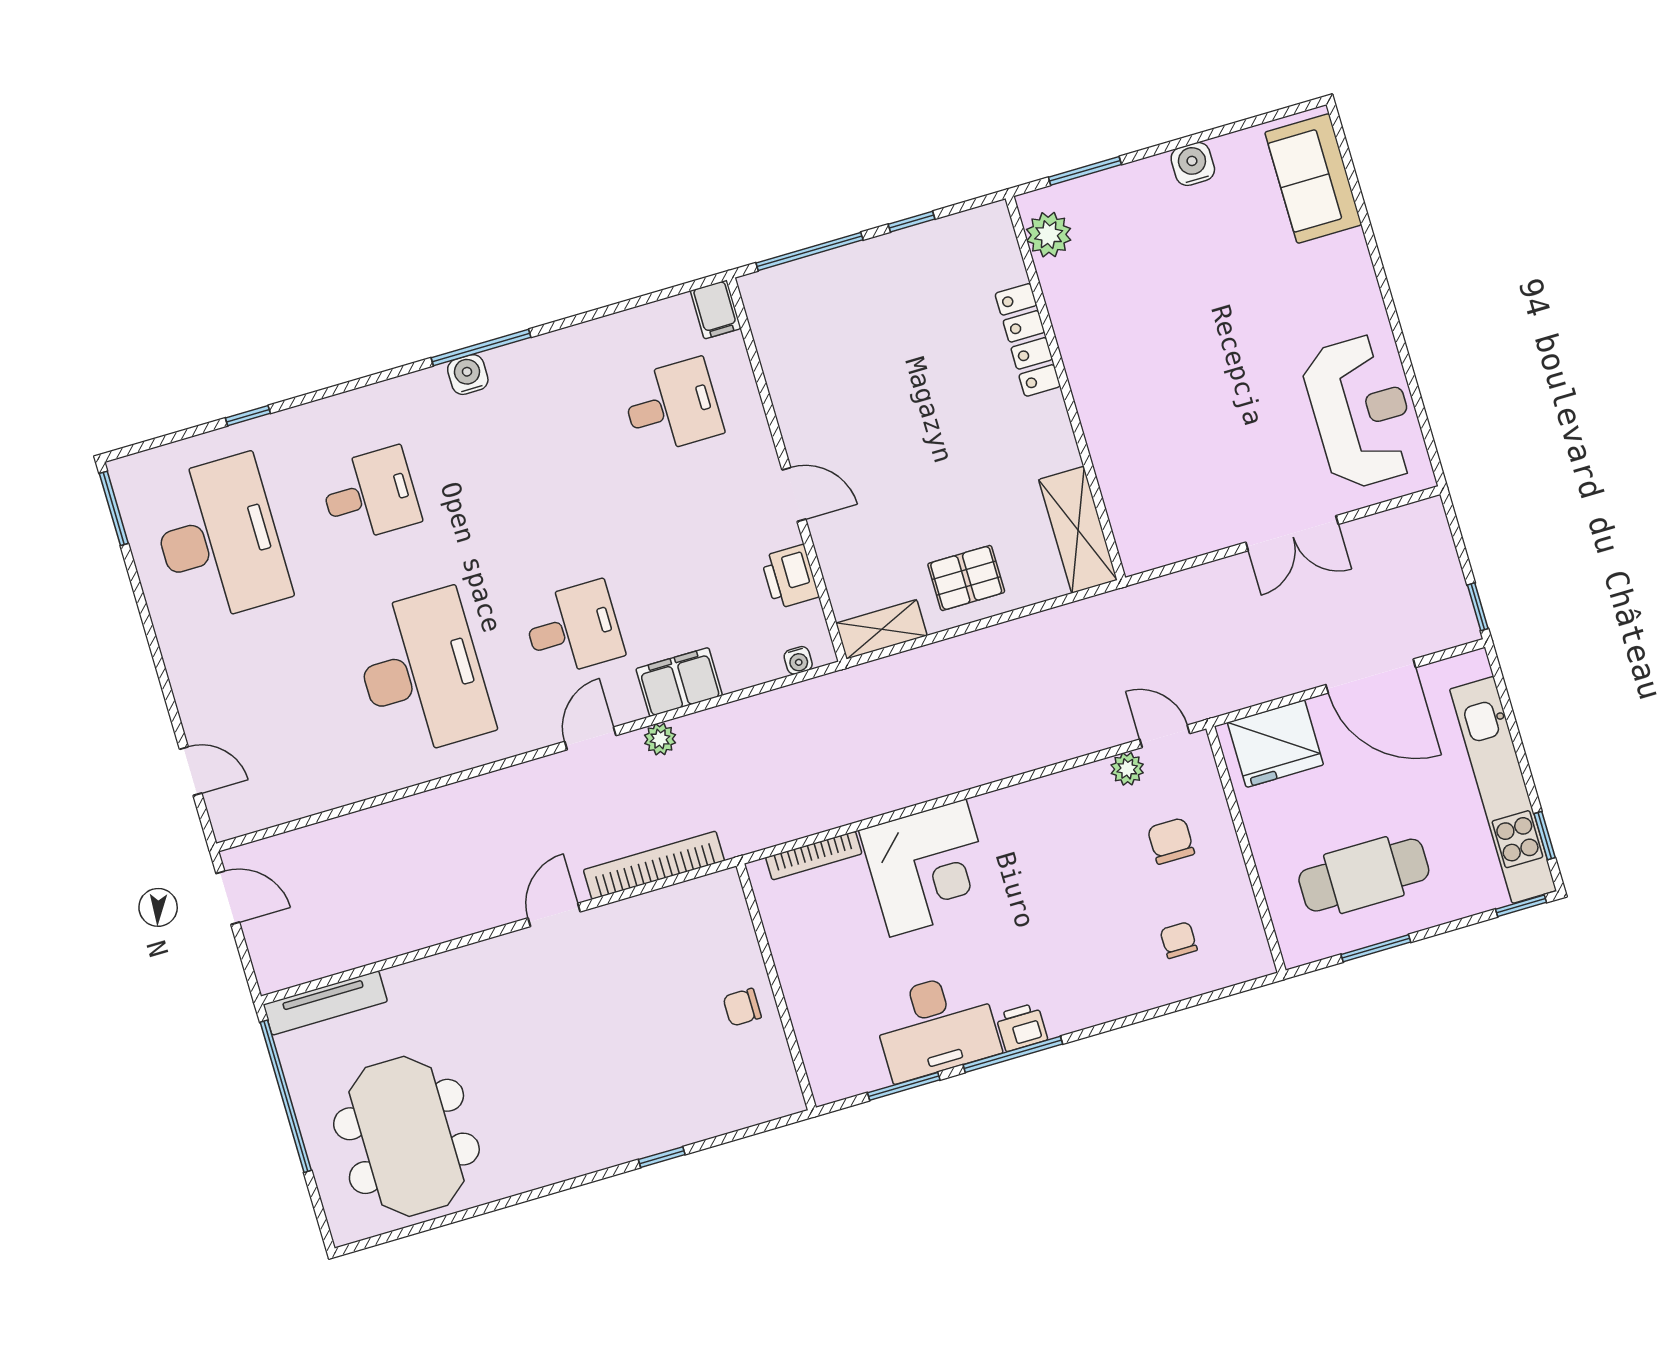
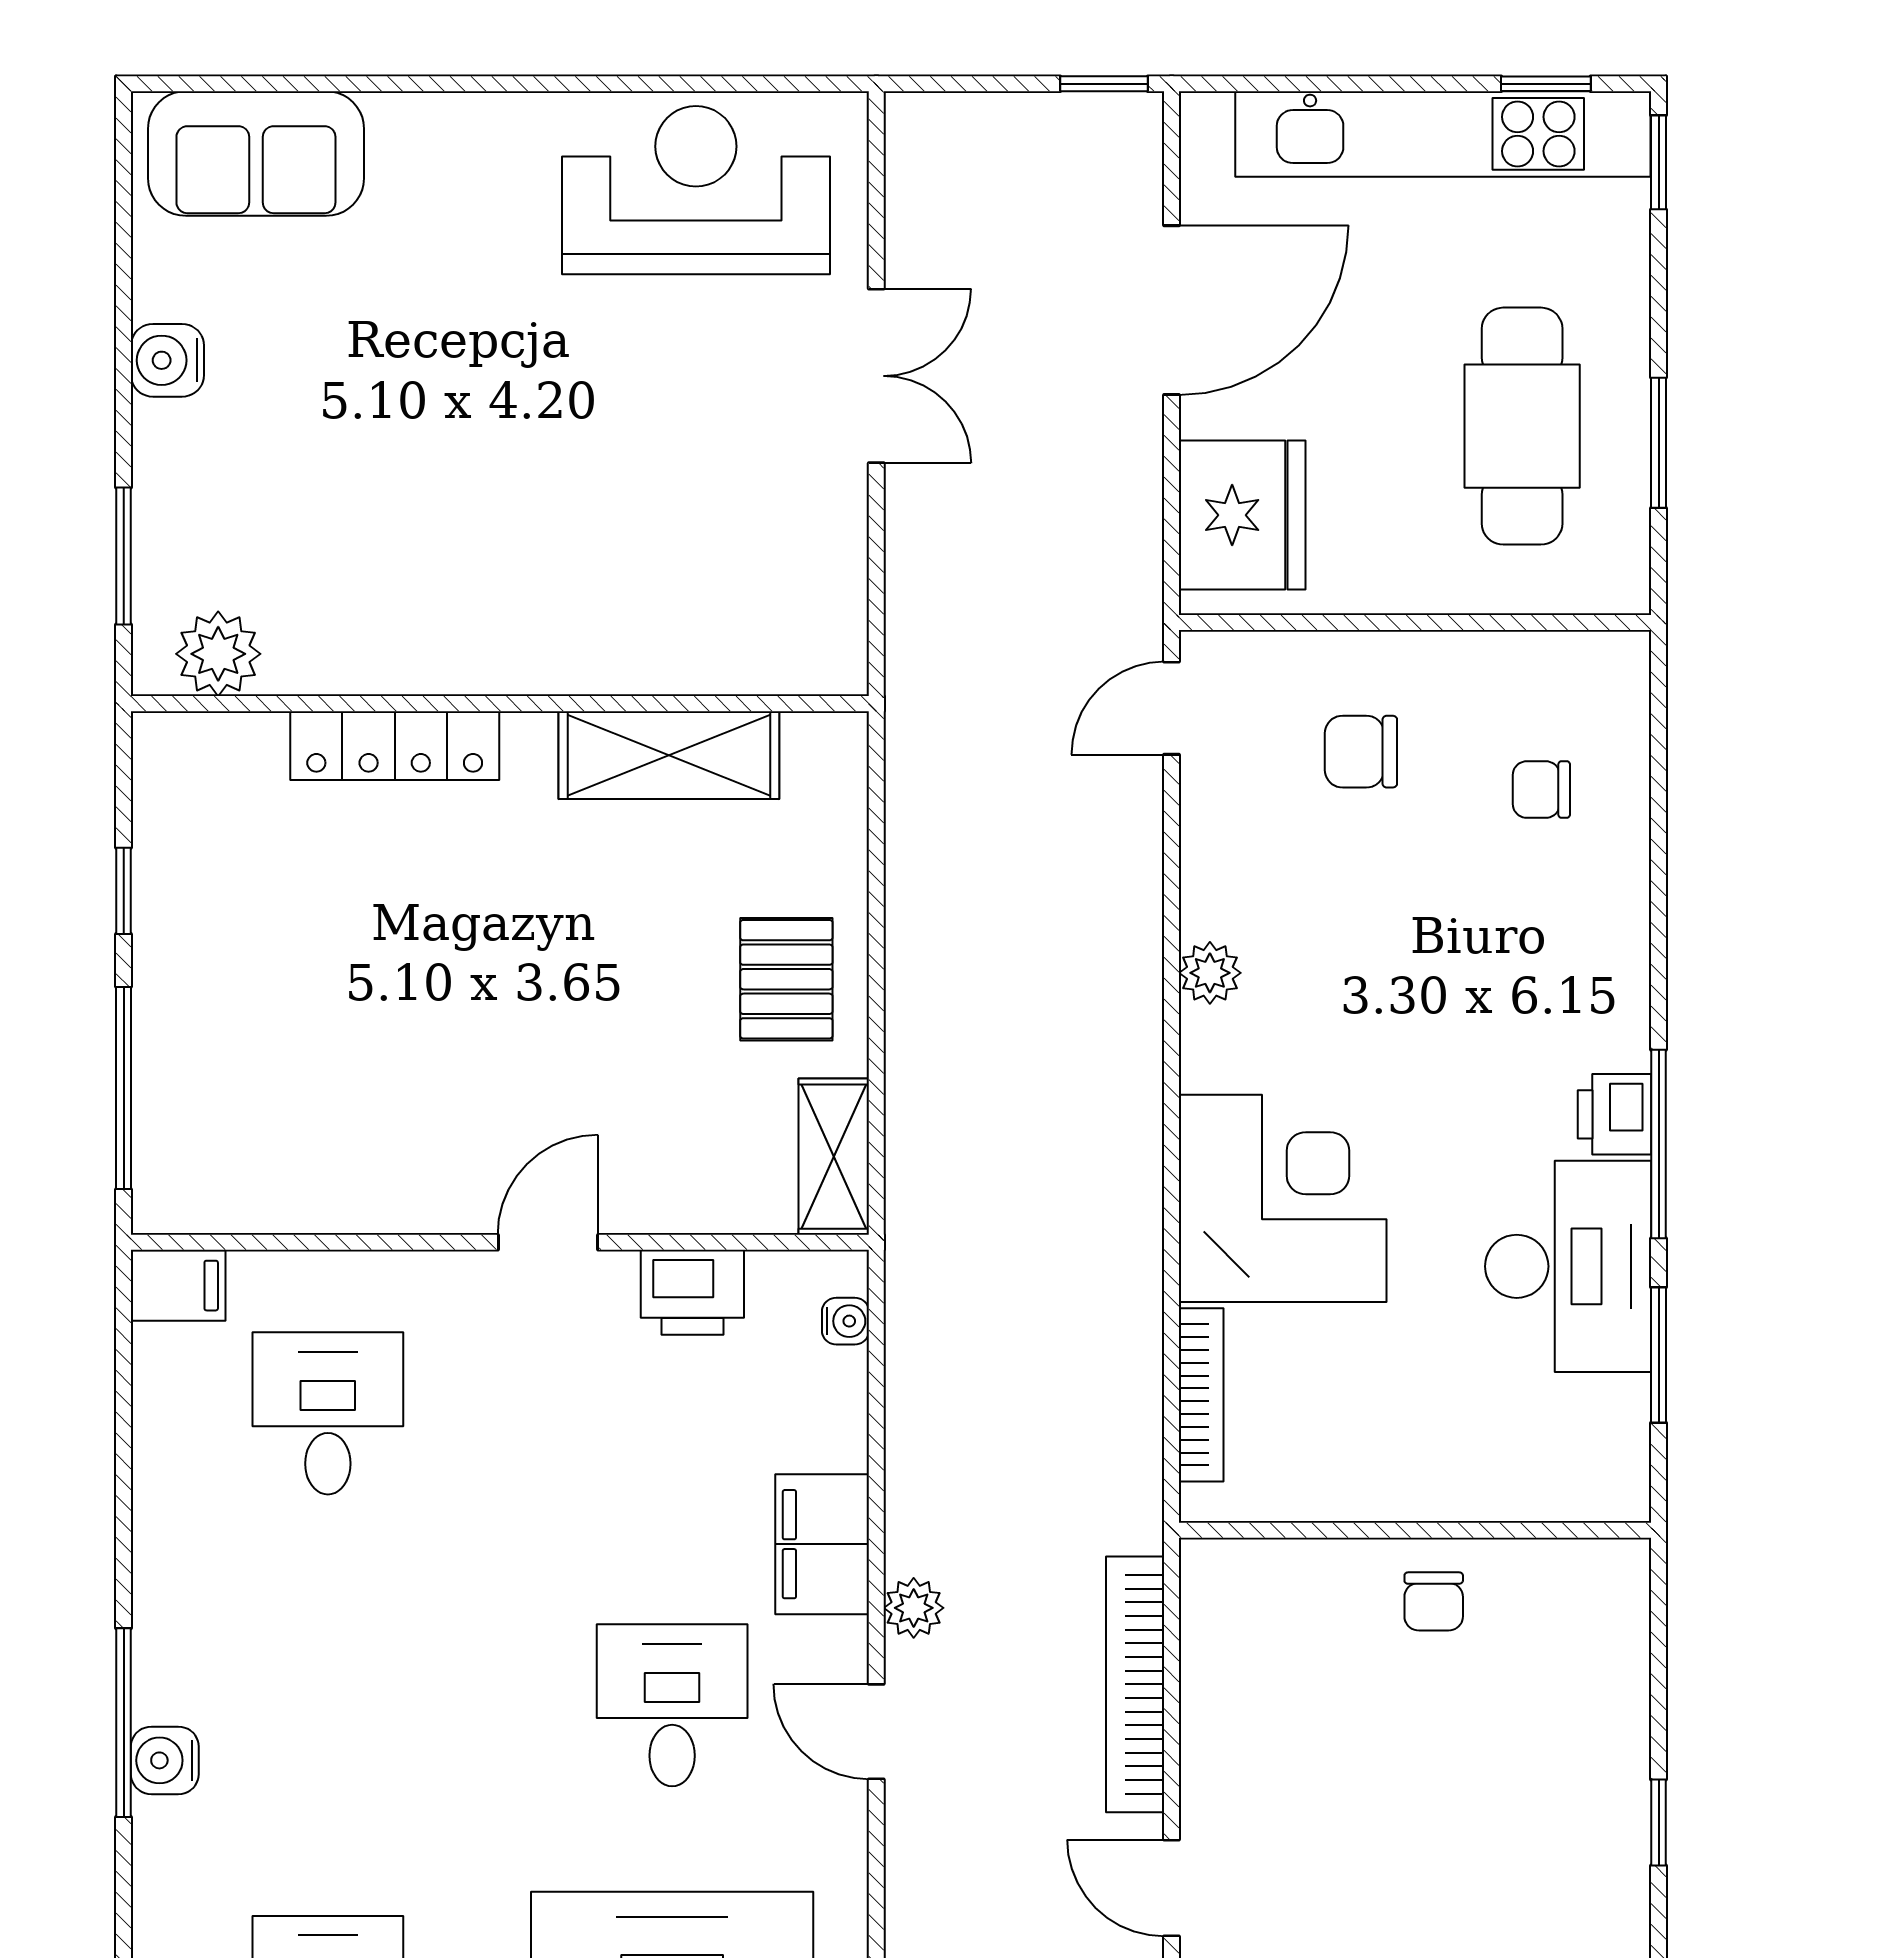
shelving: (1078, 530) -> (669, 755), moved
plant: (1127, 769) -> (1210, 973), moved

